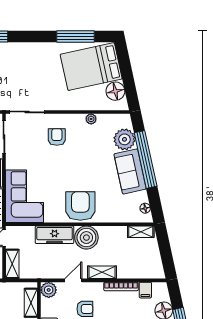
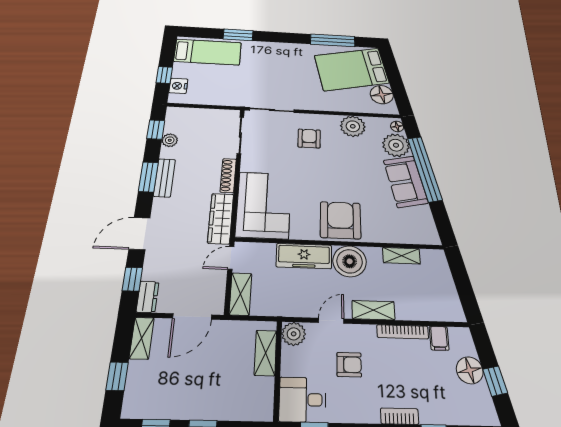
plant: (91, 119) -> (353, 126), width x1.87, depth x1.87
floor lamp: (145, 208) -> (397, 126), moved
shelving: (141, 232) -> (401, 256), moved

